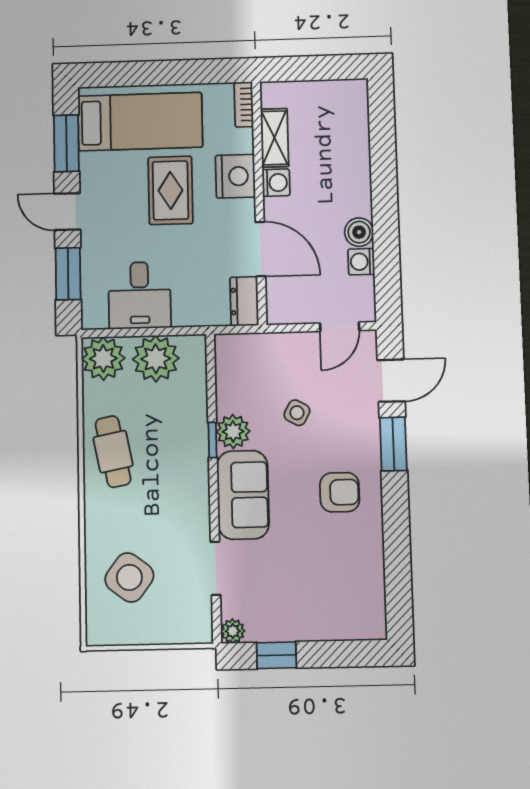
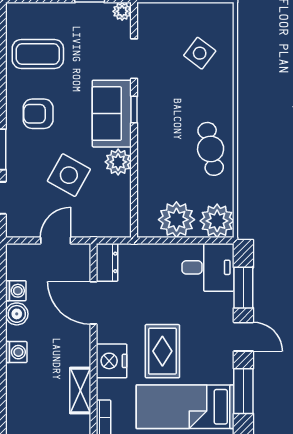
washing machine: (276, 183) -> (16, 352), moved, turned 180
desk: (140, 295) -> (208, 267), moved, turned 90
door: (340, 327) -> (56, 241), moved
side table: (297, 413) -> (69, 175), width x1.87, depth x1.87
window: (213, 440) -> (134, 110), moved
coffee table: (343, 571) -> (38, 54), added
side table: (129, 577) -> (200, 53), width x0.73, depth x0.73

